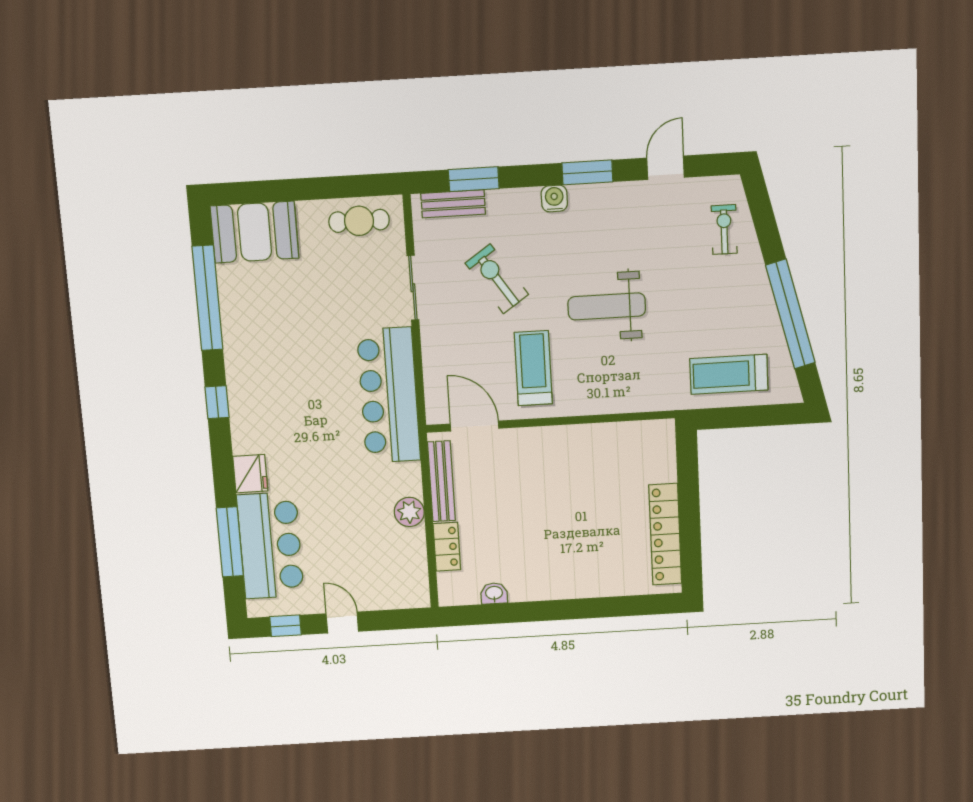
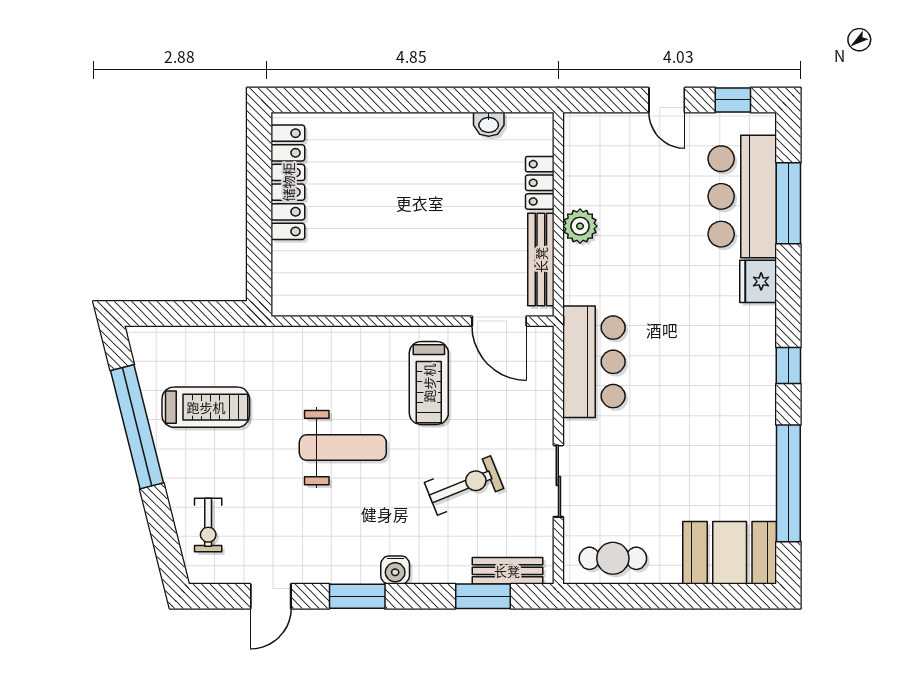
exercise bike: (497, 279) -> (464, 486), turned -78
treadmill: (729, 374) -> (206, 407), moved
bar counter: (389, 395) -> (594, 362), width x0.73

